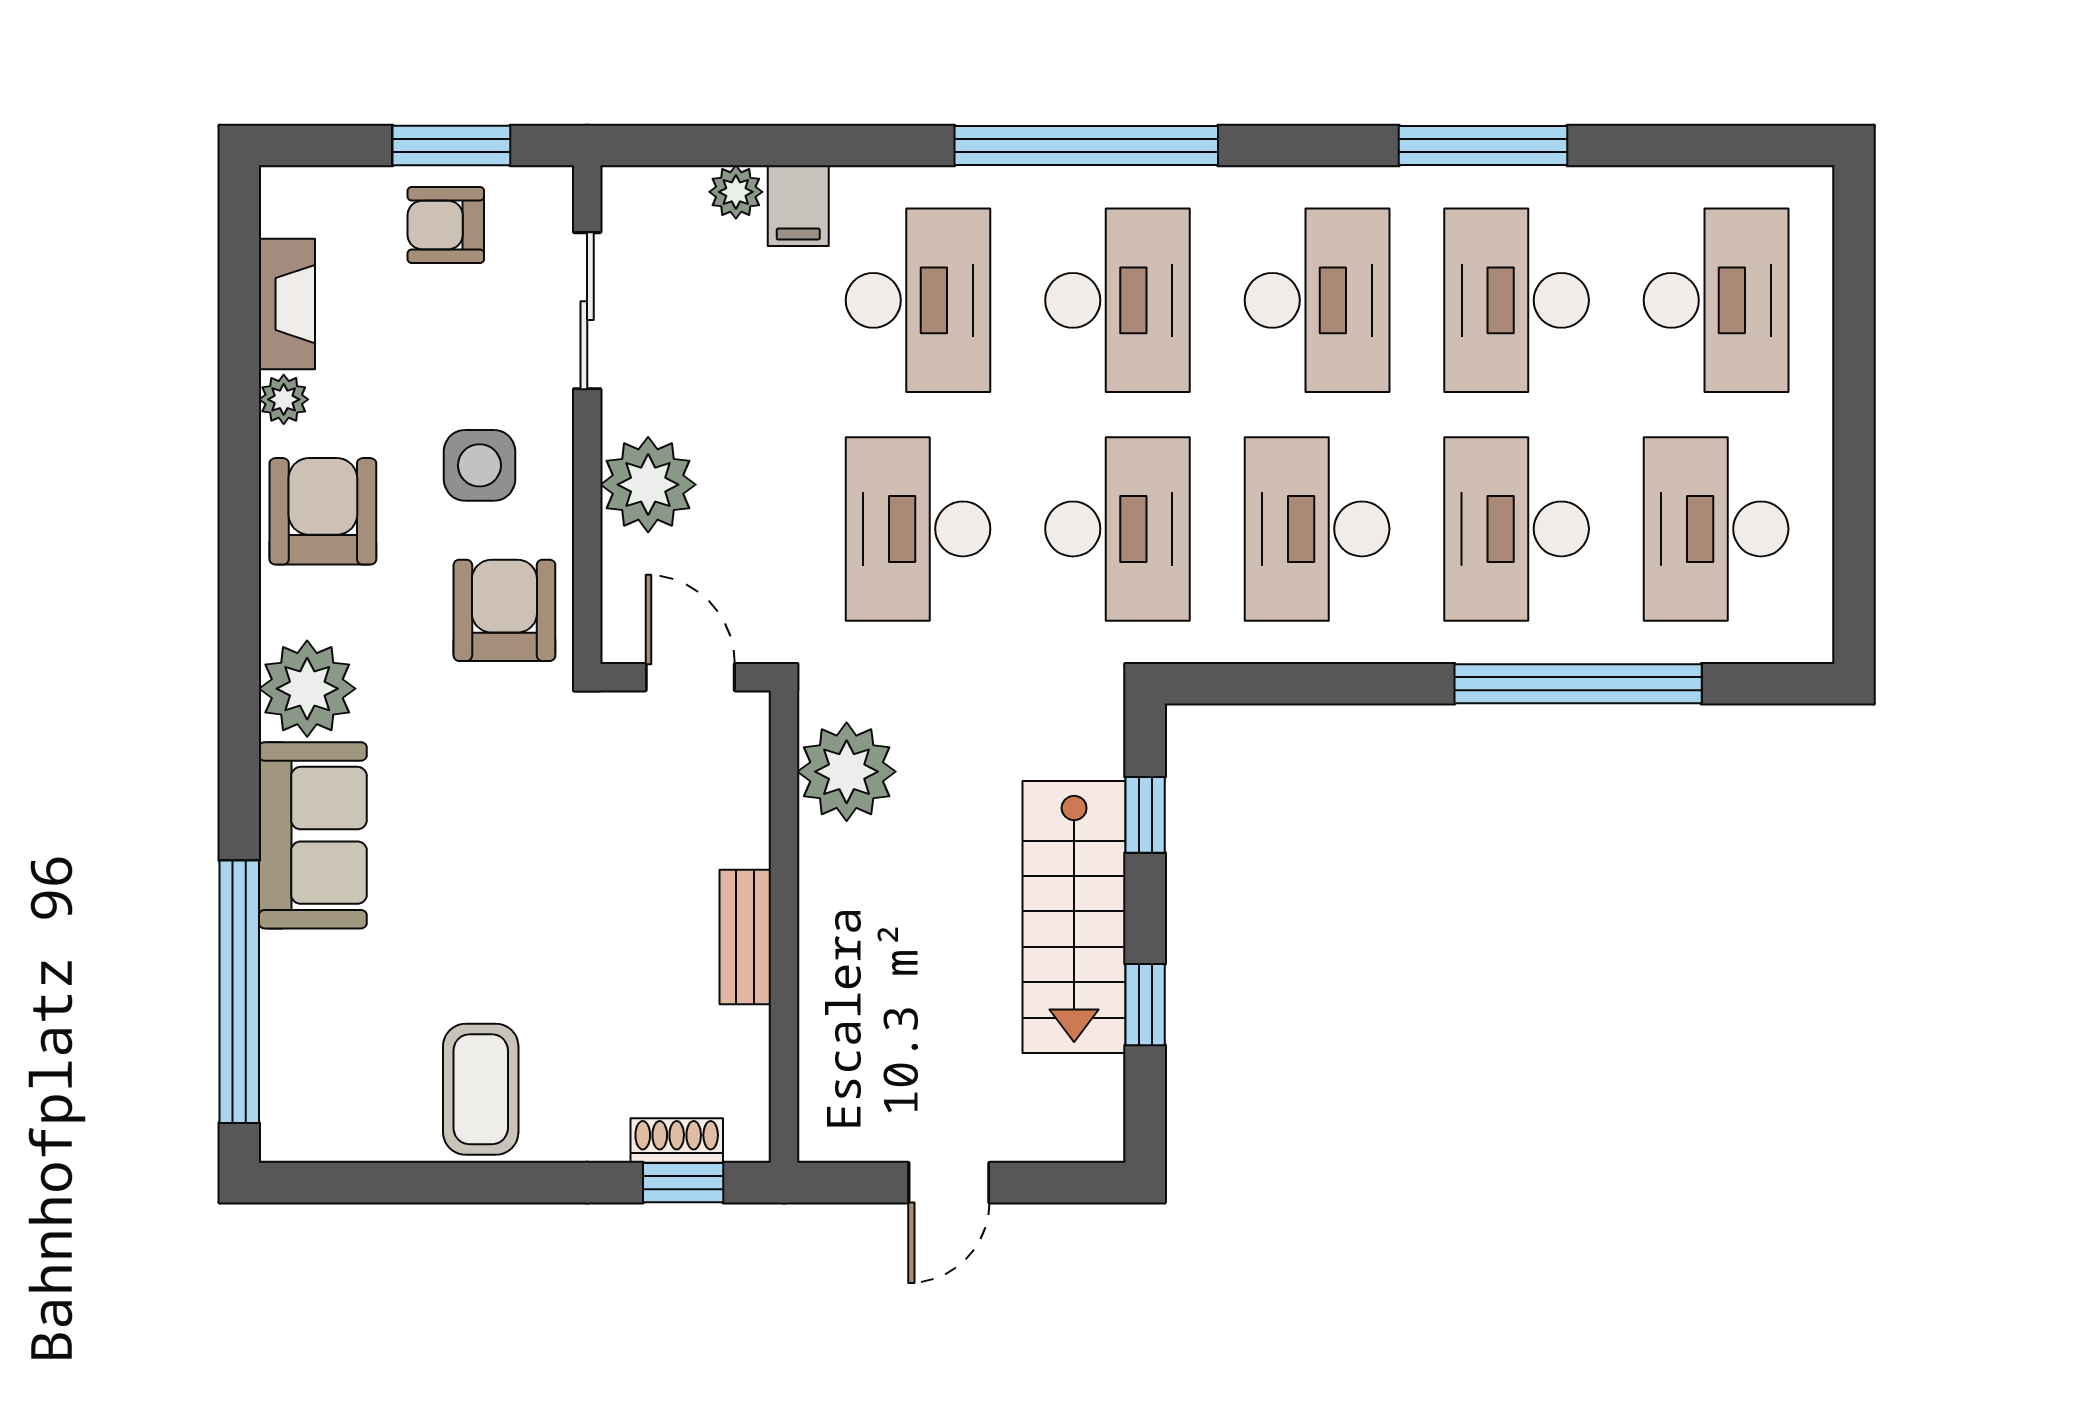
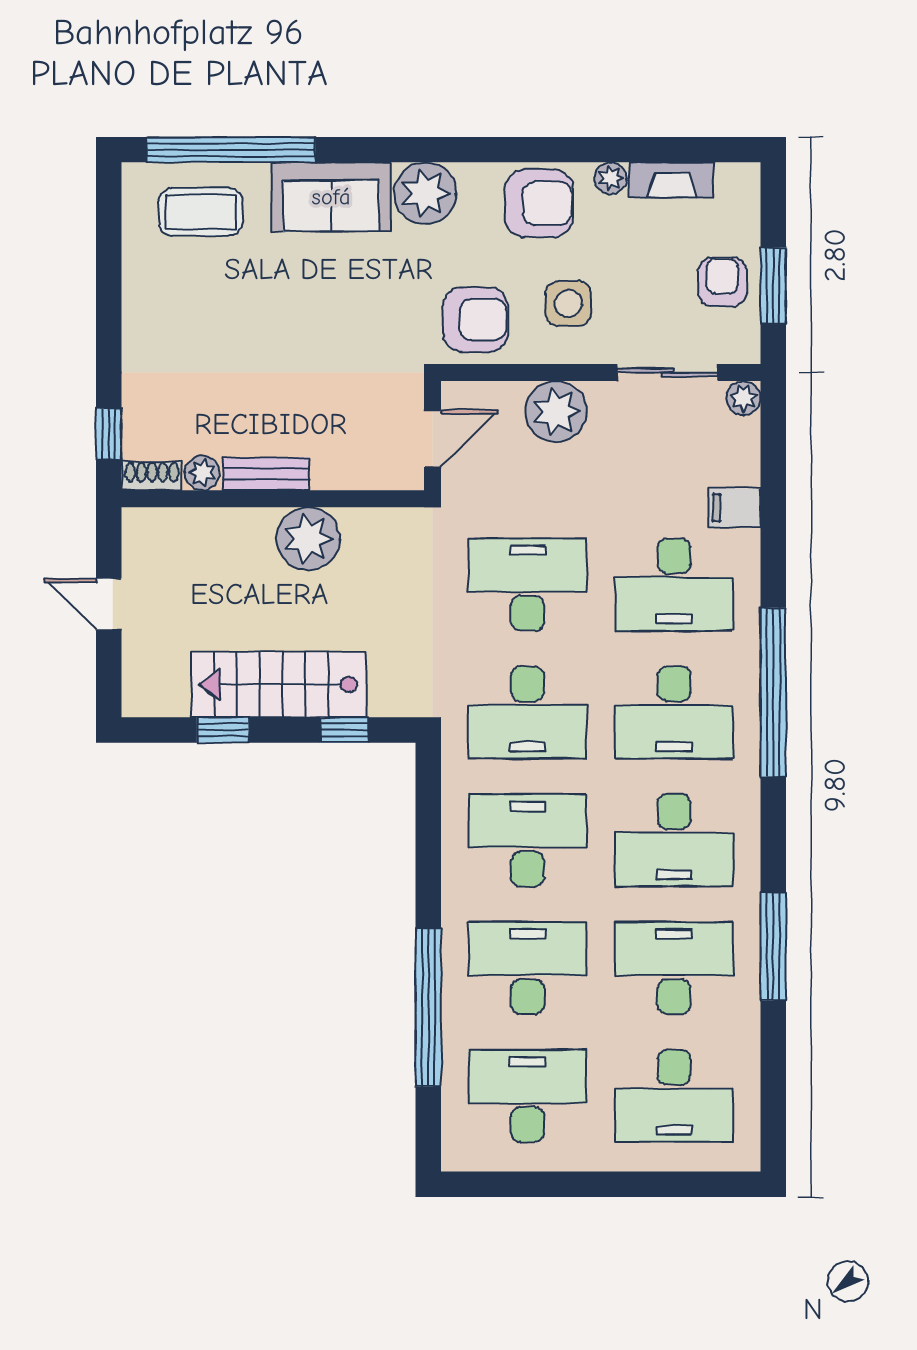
plant: (736, 192) -> (743, 398), moved
plant: (847, 772) -> (308, 539), moved
plant: (744, 1037) -> (202, 473), added
coffee table: (481, 1089) -> (201, 212), moved
shoe rack: (677, 1141) -> (152, 476), moved, turned -90

